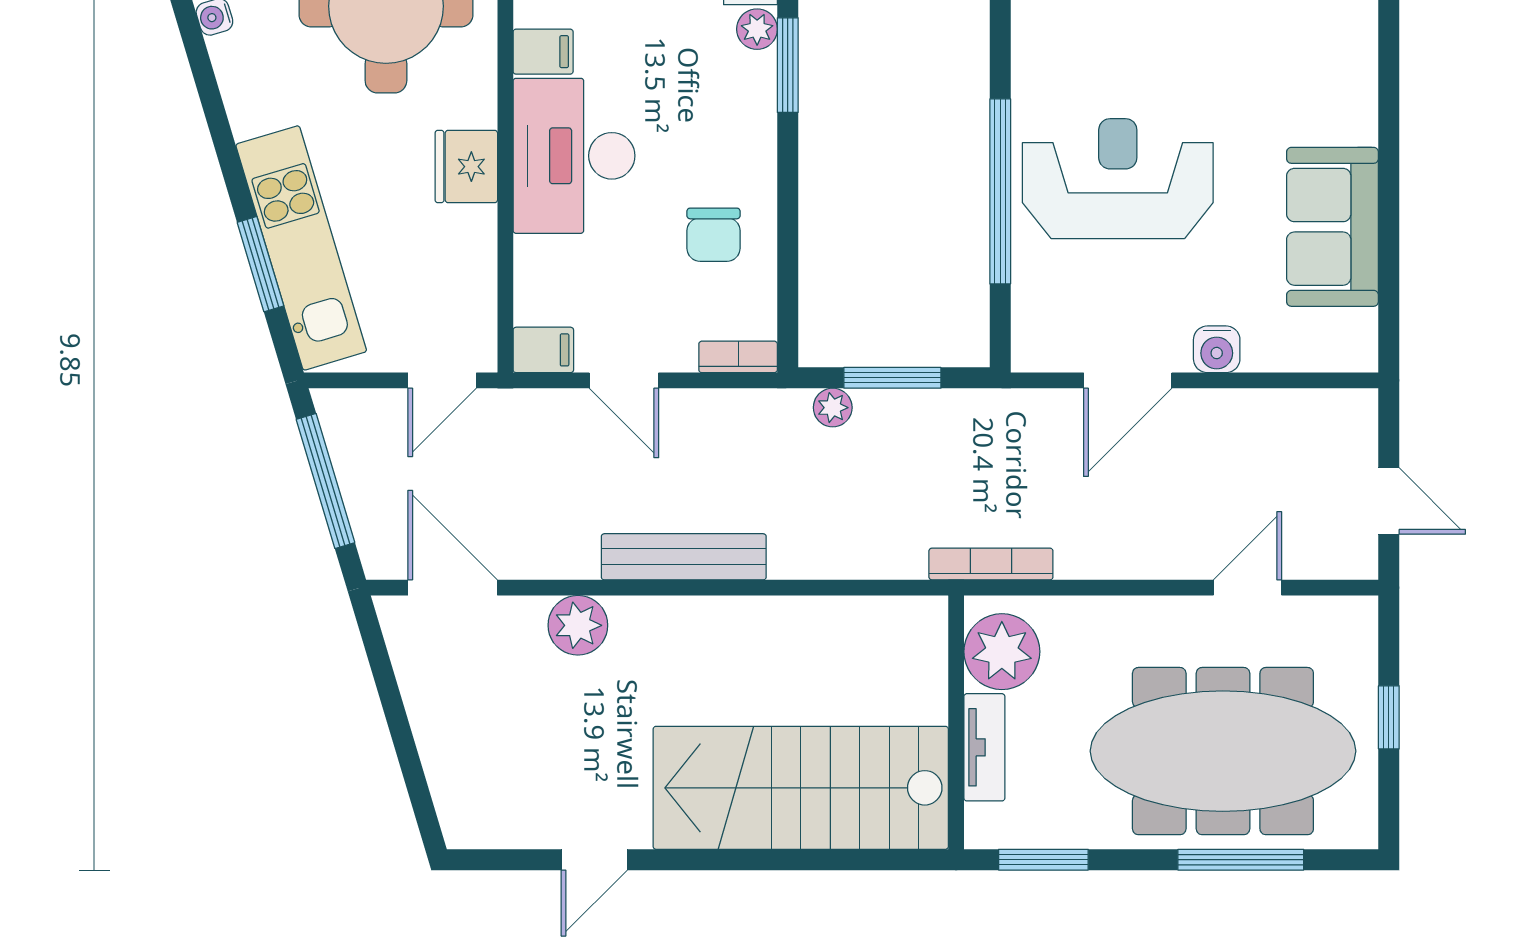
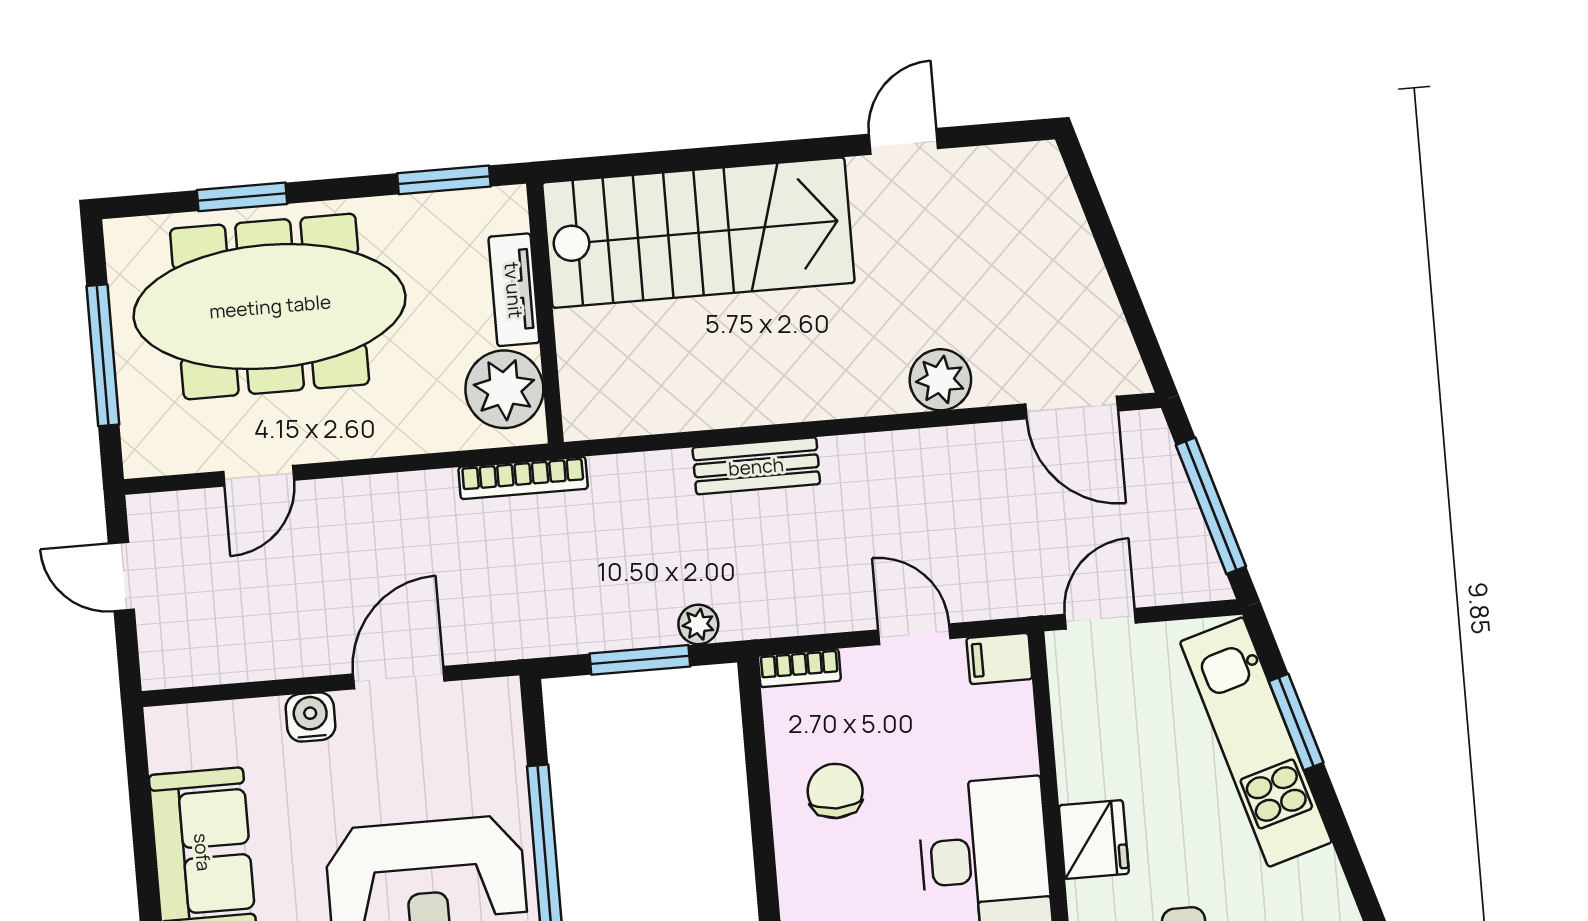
bench: (684, 557) -> (756, 466), moved, width x0.73
window: (1389, 717) -> (103, 355), width x2.17
window: (1241, 860) -> (242, 197), width x0.69

